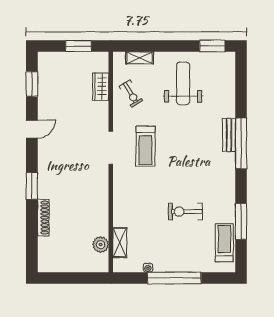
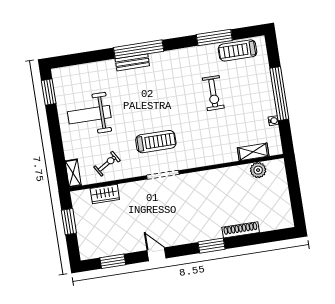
shelving: (139, 58) -> (73, 173), moved

